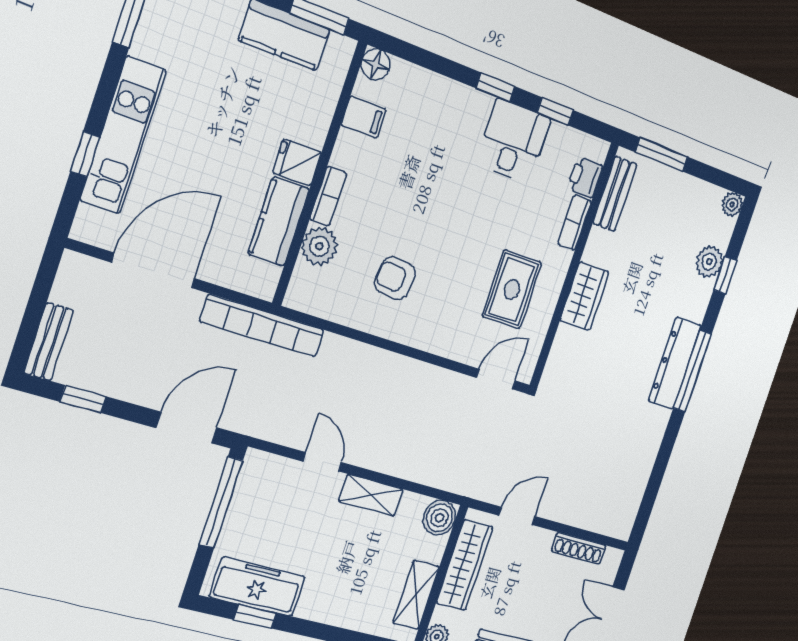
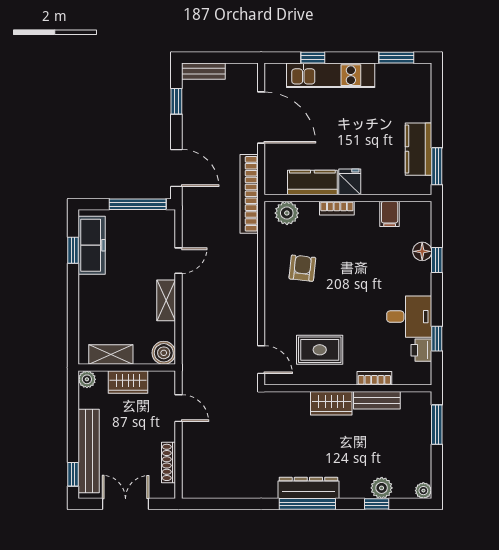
floor lamp: (376, 64) -> (422, 251), moved
window: (495, 87) -> (437, 260), moved
printer: (585, 177) -> (421, 350), moved, turned -90
bench: (615, 194) -> (377, 400), moved
plant: (320, 246) -> (287, 213), moved
wardrobe: (465, 565) -> (128, 382), width x0.67

